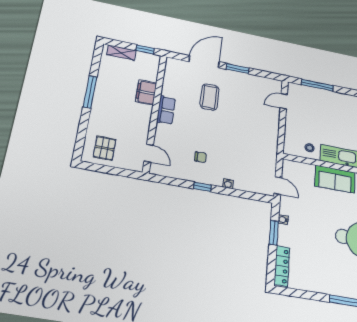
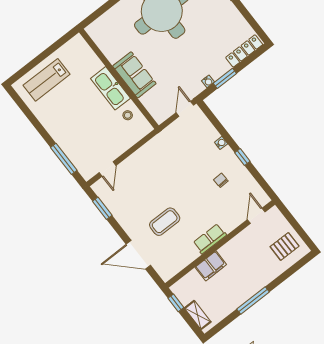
window: (238, 69) -> (102, 208), moved
door: (284, 101) -> (107, 169), hinge flipped

